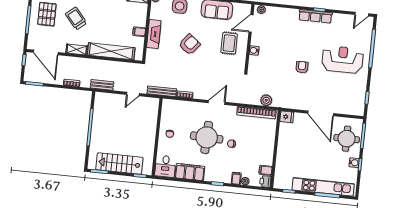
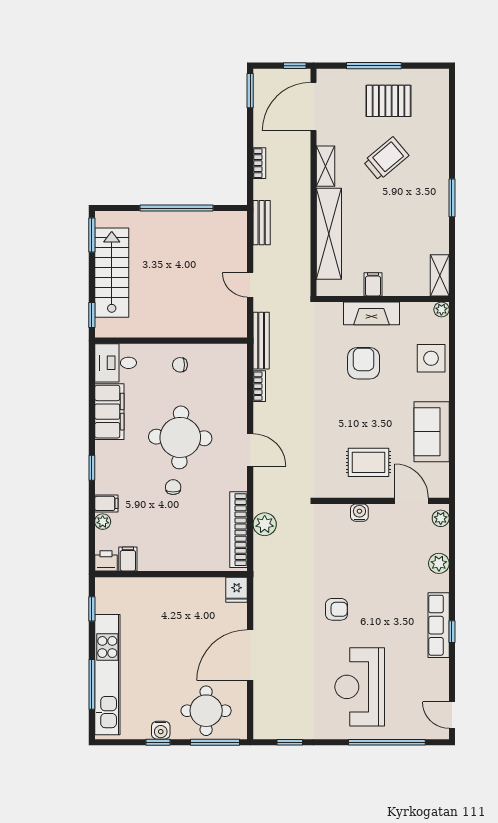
plant: (284, 13) -> (439, 563), added
armchair: (190, 44) -> (364, 363), moved, turned -129
reception desk: (343, 59) -> (360, 687), turned 180
plant: (266, 100) -> (265, 524), moved

